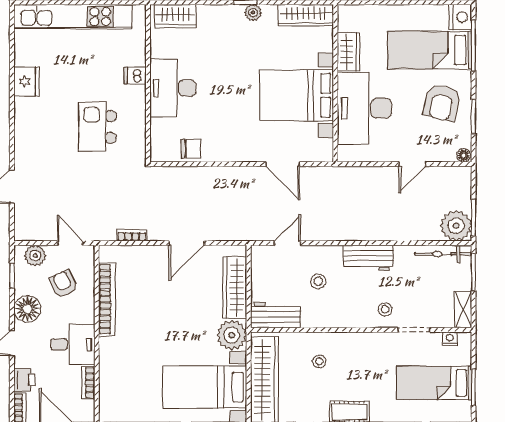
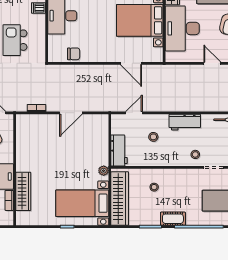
door: (412, 164) -> (212, 63), swing flipped
wardrobe: (235, 288) -> (23, 191), moved, turned 180
bookcase: (107, 299) -> (21, 148), removed
workbench: (276, 315) -> (119, 150), moved, turned 90
plant: (232, 335) -> (104, 171), width x0.53, depth x0.53

